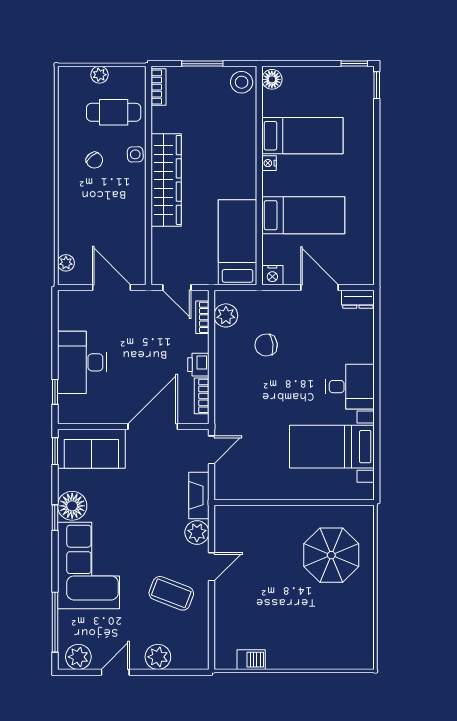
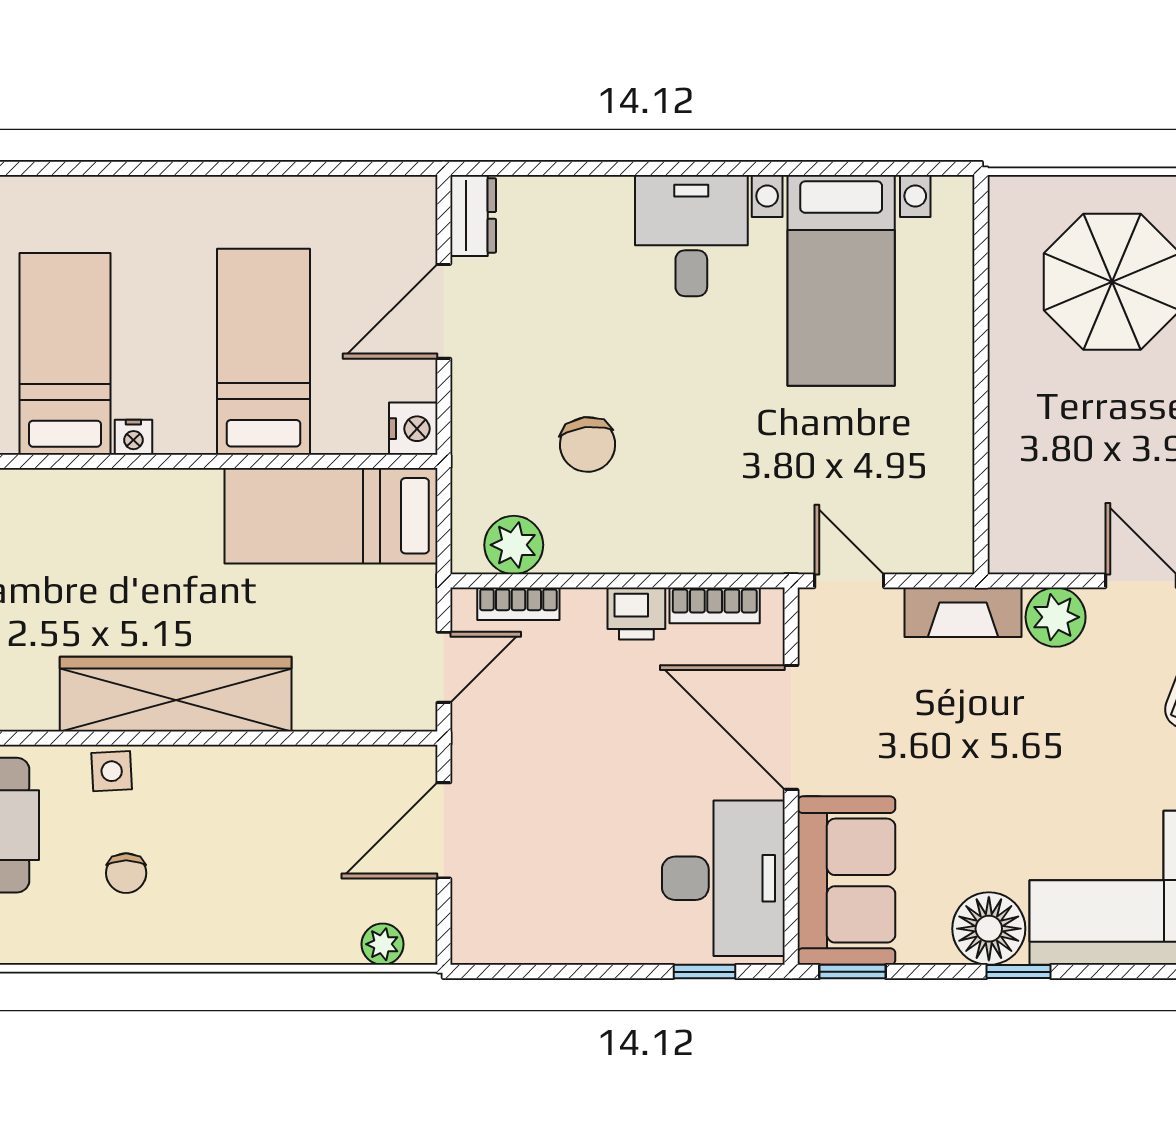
chair: (94, 160) -> (126, 873), turned 130
desk: (82, 362) -> (723, 878), moved, turned -90

